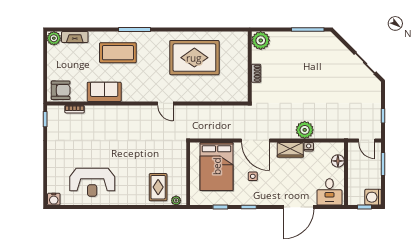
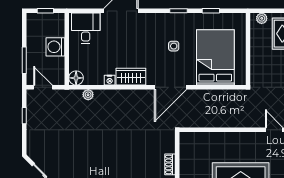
plant: (305, 130) -> (88, 95), moved, width x0.53, depth x0.53
door: (256, 140) -> (171, 87), swing flipped
floor lamp: (338, 161) -> (76, 78), moved
washing machine: (373, 197) -> (55, 47), moved, turned 180

